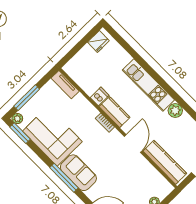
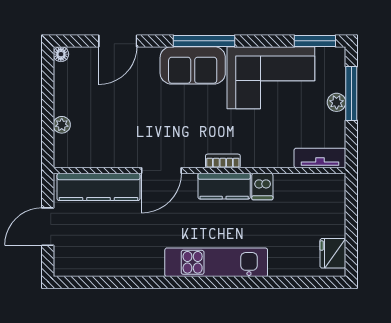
plant: (175, 111) -> (151, 264), removed
plant: (17, 119) -> (337, 102), moved
door: (133, 144) -> (161, 171), hinge flipped

